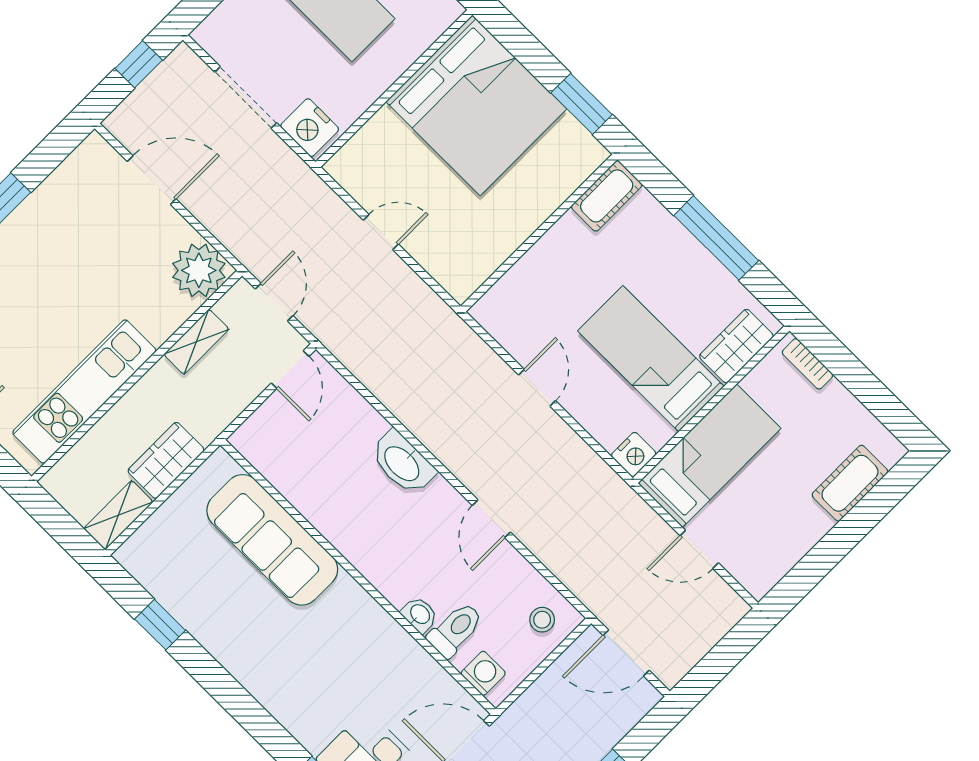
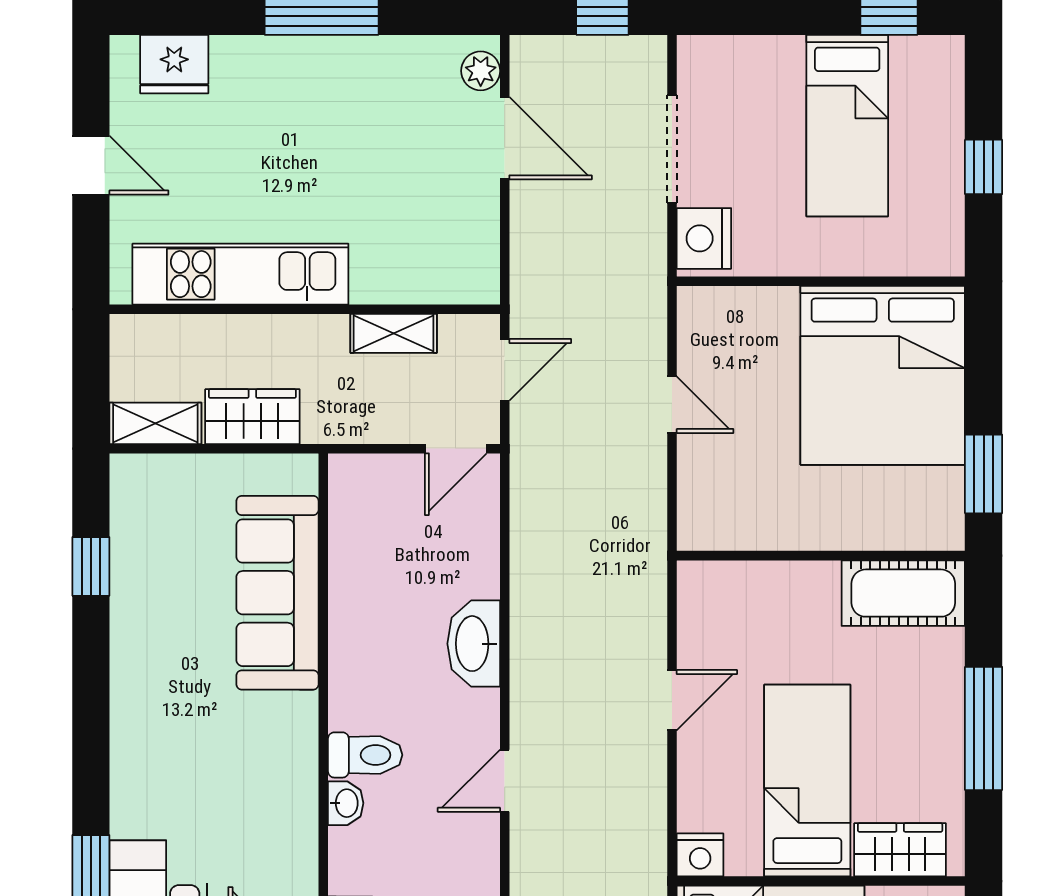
cot: (607, 196) -> (903, 593), width x1.37, depth x1.34
plant: (199, 270) -> (481, 71), moved, width x0.53, depth x0.53
toilet: (455, 630) -> (365, 755), moved

